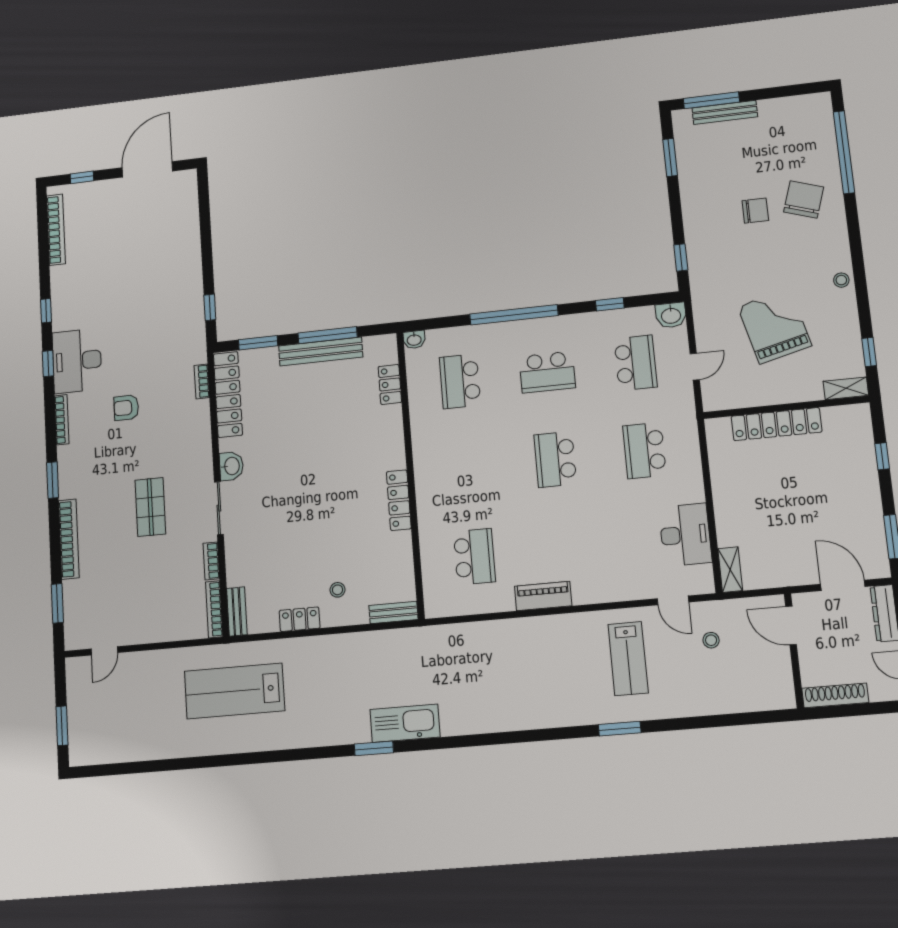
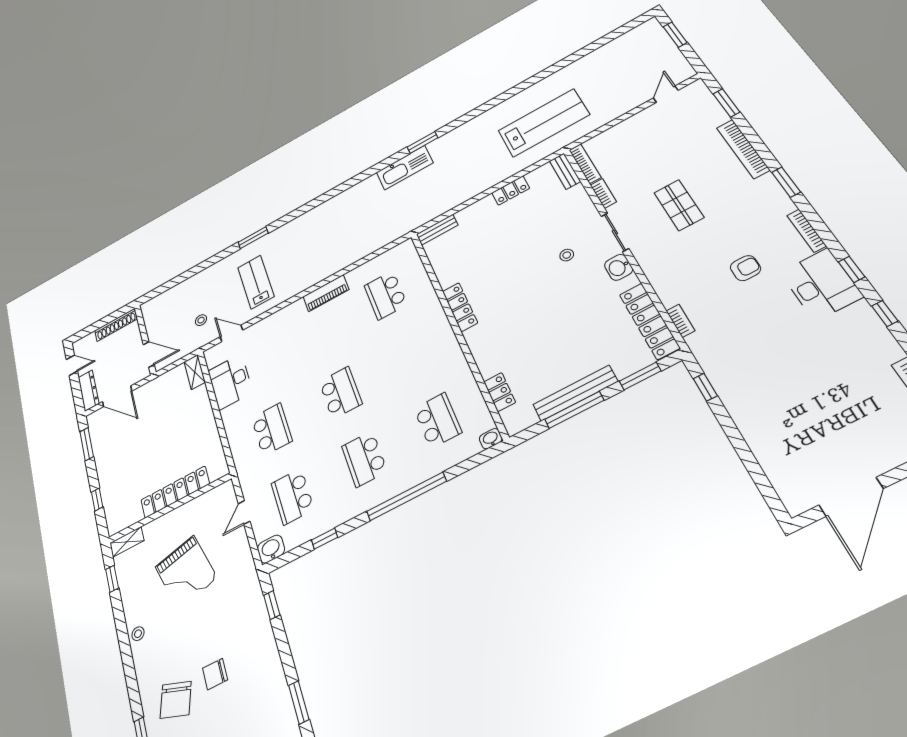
school desk: (547, 372) -> (364, 459), turned -90
stool: (338, 590) -> (567, 255), moved

